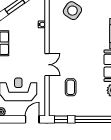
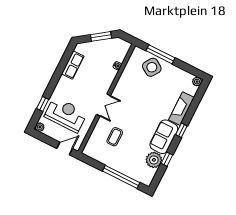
window: (61, 119) -> (91, 162), removed

